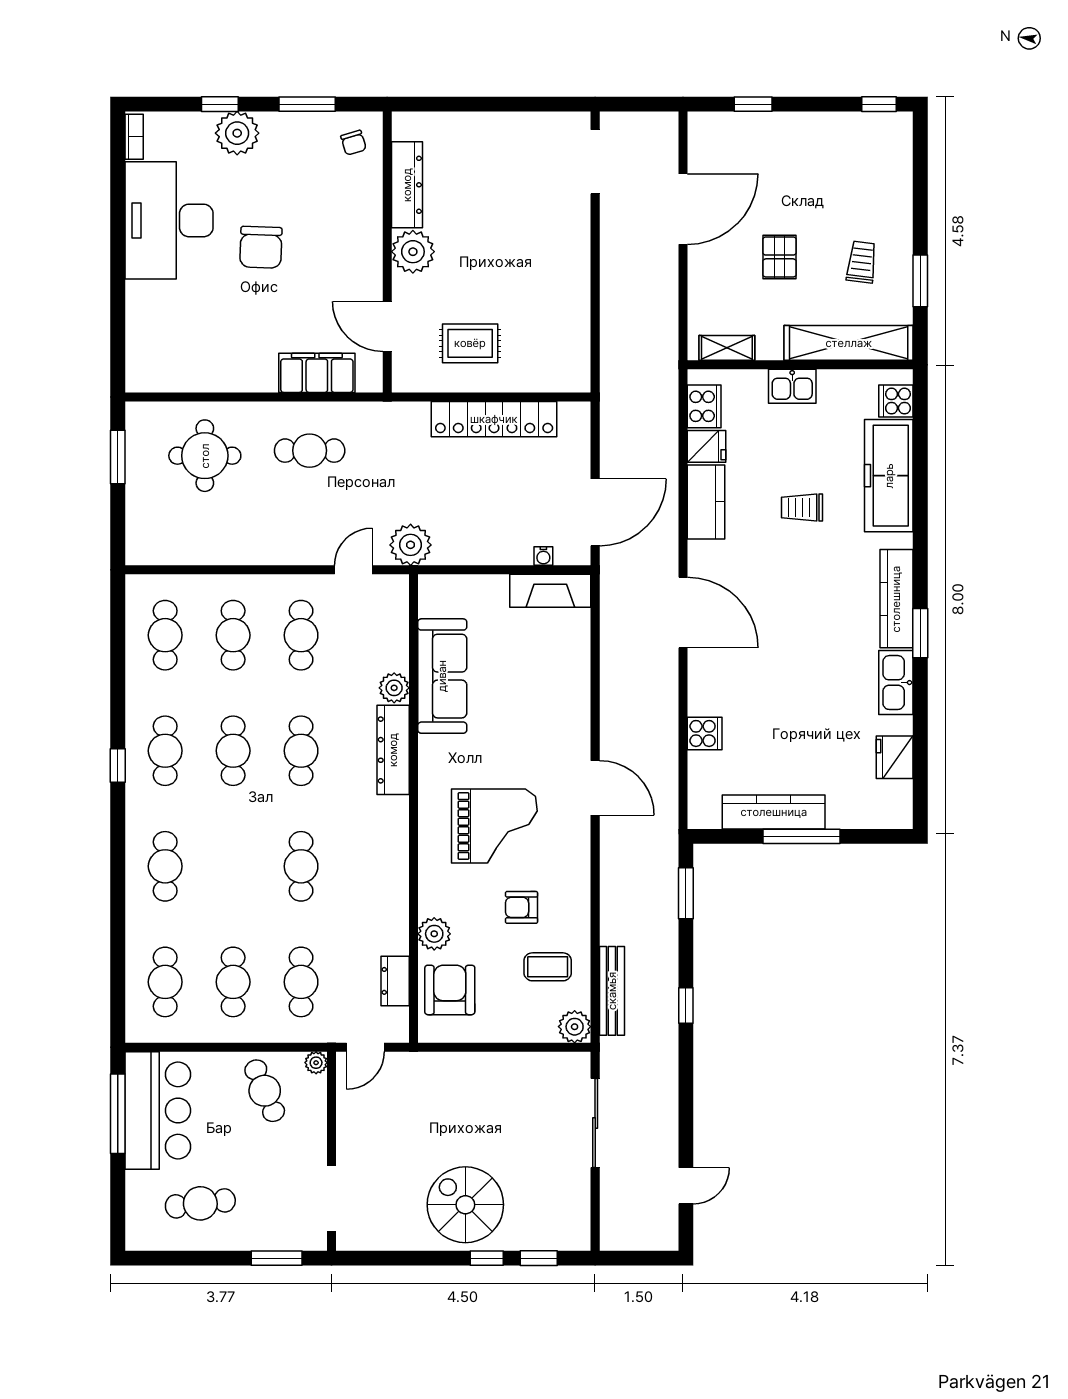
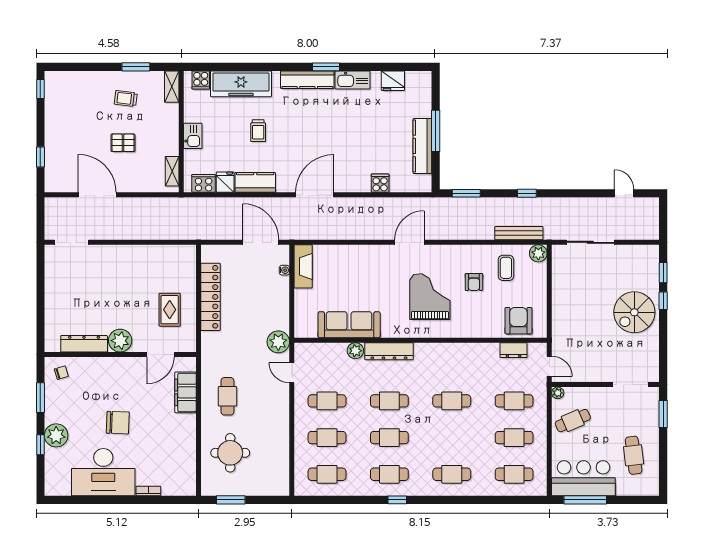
bookcase: (134, 137) -> (148, 491), moved
shelving: (849, 343) -> (172, 87), width x0.45, depth x0.75
plant: (434, 934) -> (488, 329), removed
armchair: (450, 990) -> (518, 321), turned 90

